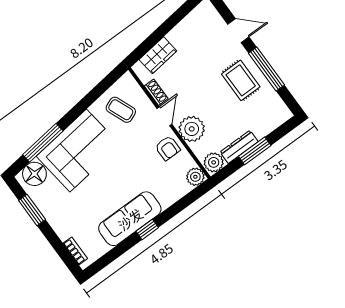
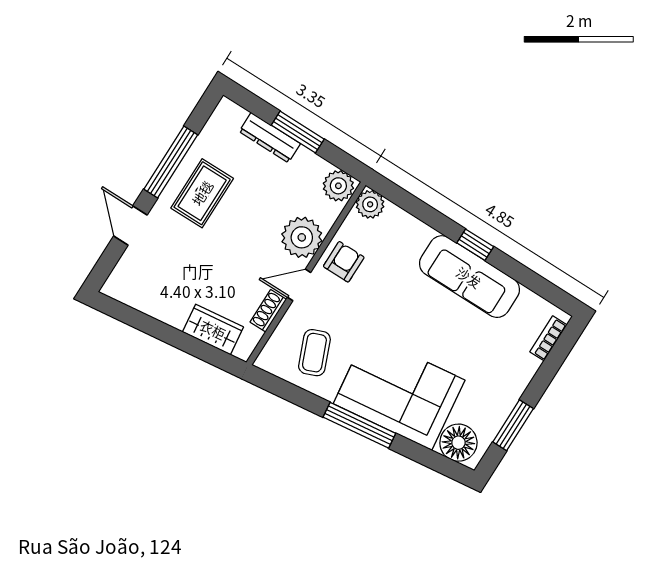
window: (43, 143) -> (359, 425), moved
dresser: (239, 147) -> (270, 138), moved

